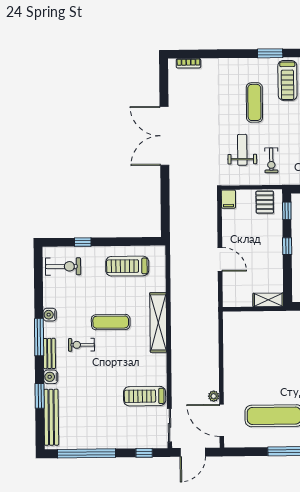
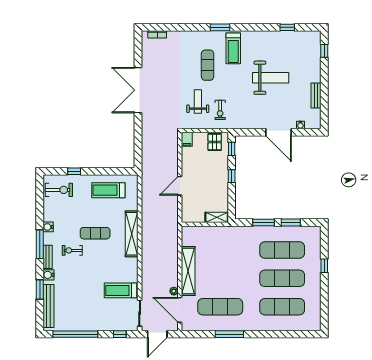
door: (220, 259) -> (180, 186), swing flipped
shelving: (232, 370) -> (188, 271), added

